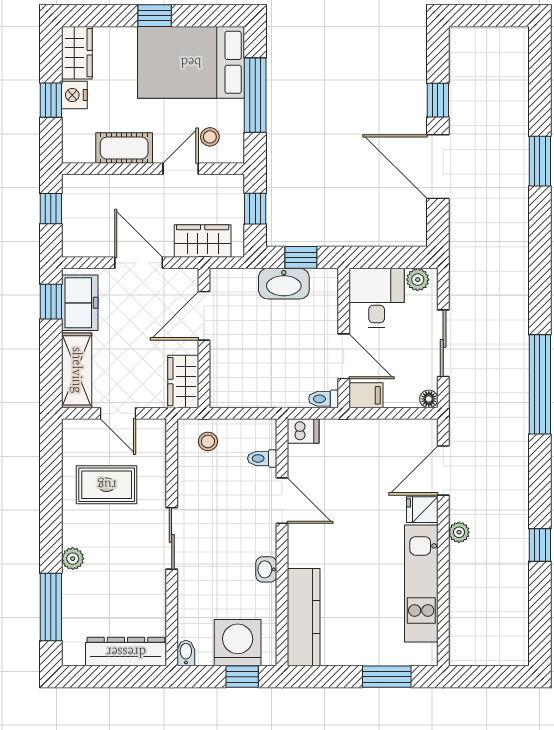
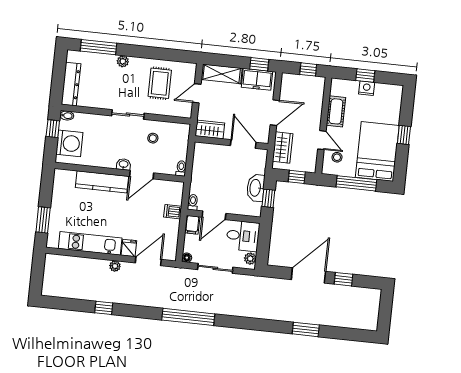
wardrobe: (77, 53) -> (389, 92), removed
dishwasher: (303, 431) -> (173, 212), moved, turned 90
stool: (208, 441) -> (153, 138), moved
toilet: (262, 458) -> (181, 168), moved
door: (443, 471) -> (148, 261), hinge flipped
washbasin: (266, 569) -> (124, 164), moved
kitchen counter: (304, 617) -> (102, 182), moved
window: (242, 677) -> (53, 129), moved

